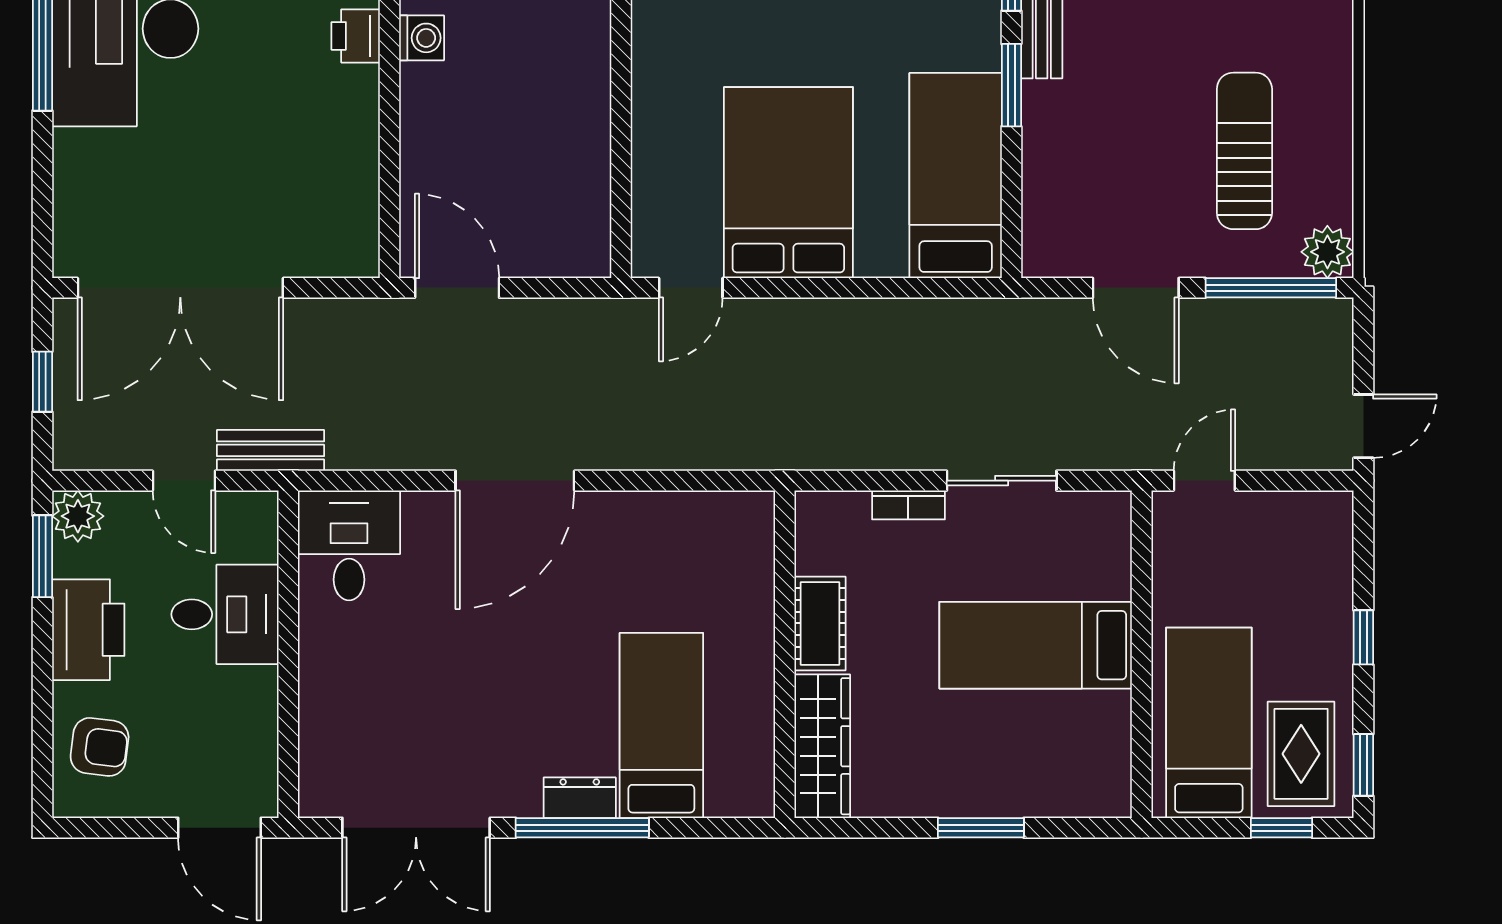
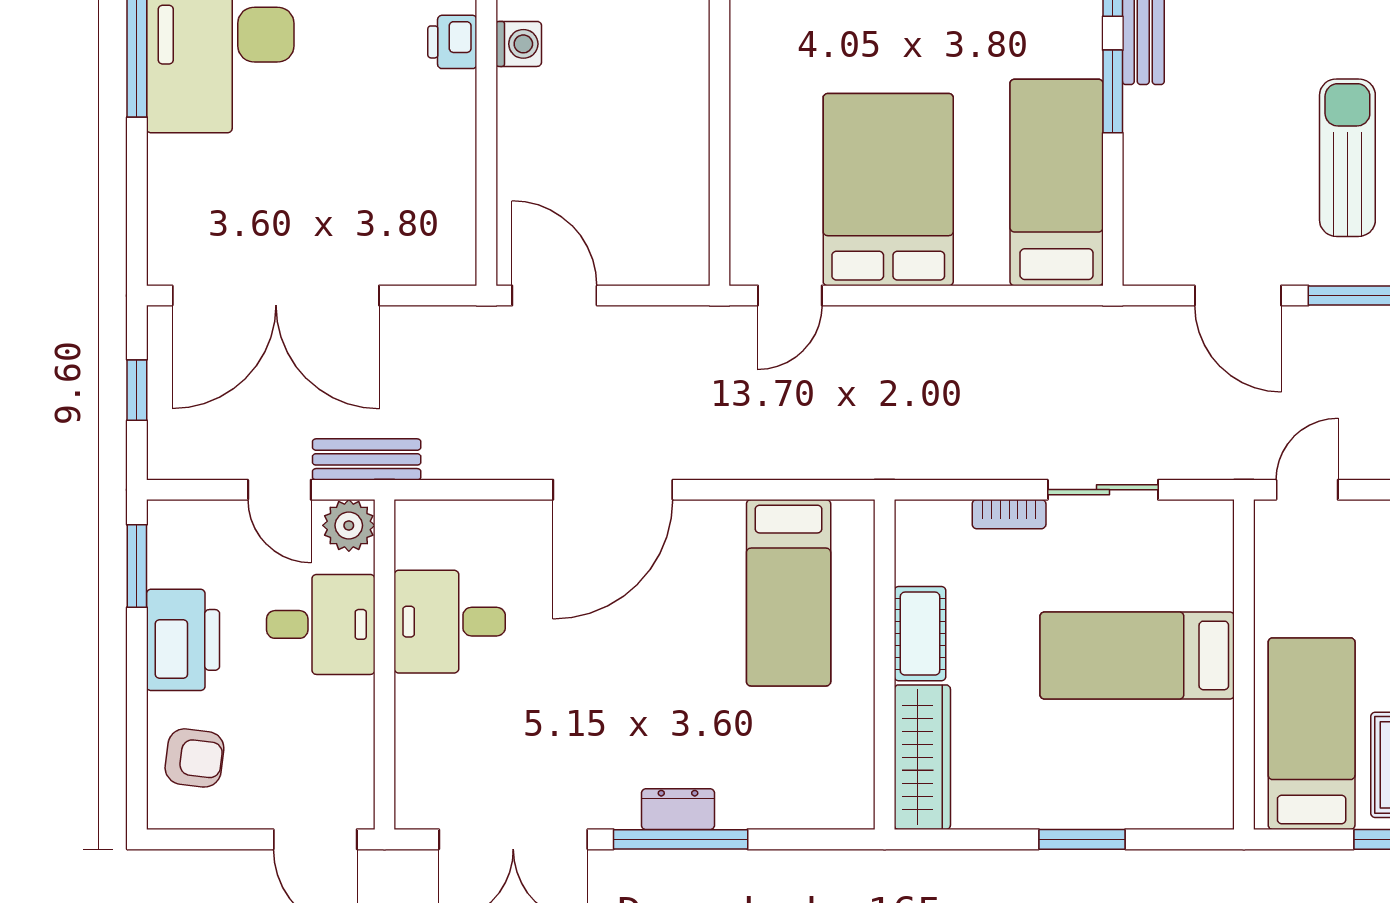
plant: (78, 516) -> (349, 525), moved
desk: (349, 545) -> (450, 622), moved, turned -90
bed: (661, 725) -> (789, 593), moved, turned 180

